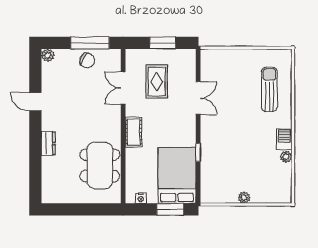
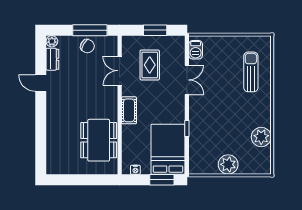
barbecue: (284, 139) -> (196, 50), moved, turned 180
dresser: (48, 143) -> (52, 59), moved
plant: (286, 157) -> (261, 137), width x1.88, depth x1.88
plant: (244, 198) -> (228, 164), width x1.88, depth x1.88

